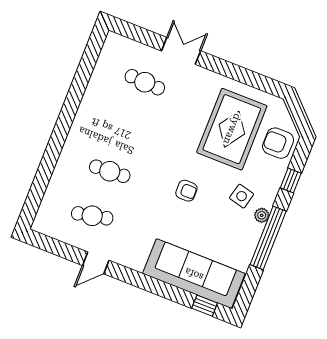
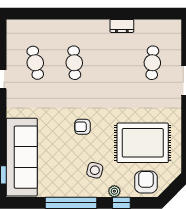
dresser: (89, 100) -> (122, 26), added
armchair: (186, 191) -> (82, 127), turned 90
plant: (262, 215) -> (114, 191), moved

